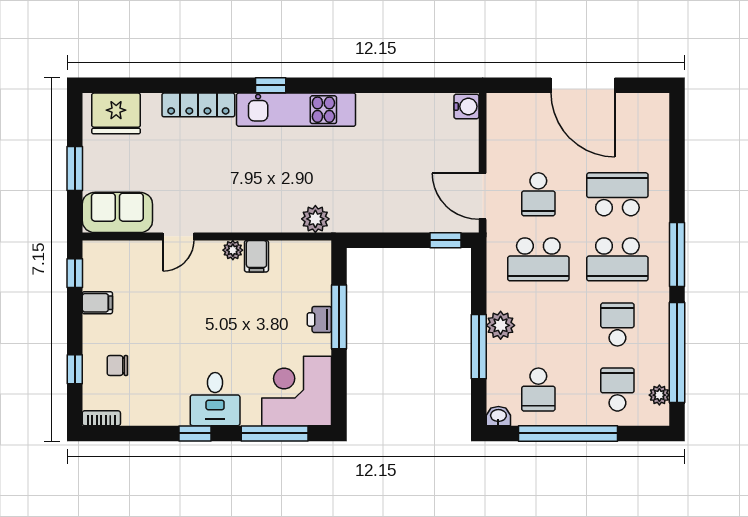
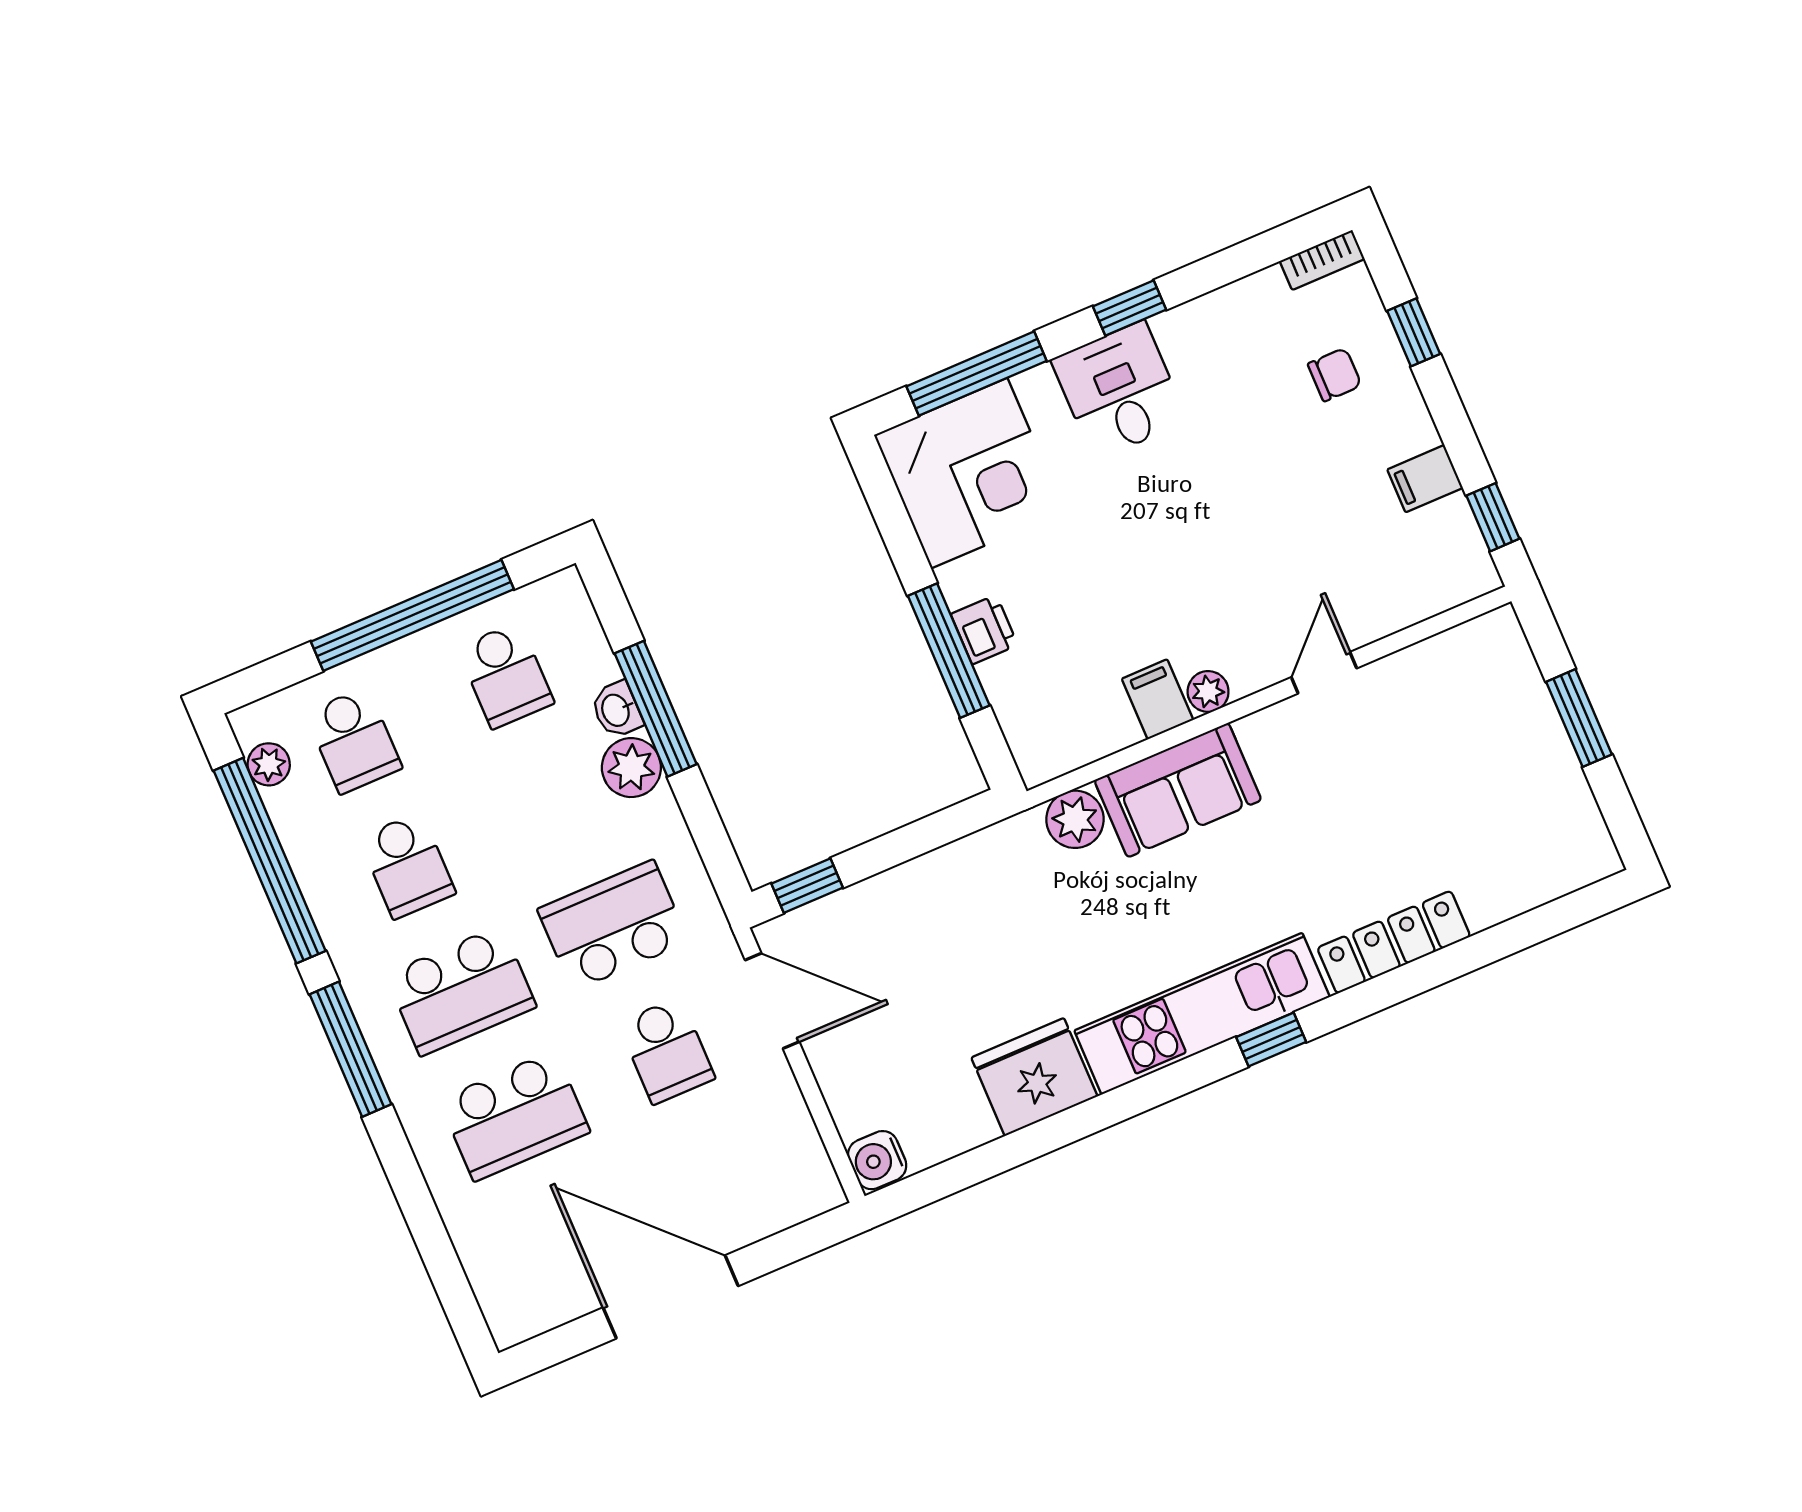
fridge: (116, 113) -> (1034, 1077), moved
school desk: (538, 194) -> (667, 1051), turned 180
sofa: (117, 212) -> (1178, 790), moved
school desk: (617, 259) -> (461, 991), turned 180
school desk: (538, 390) -> (506, 675), turned 180
washbasin: (498, 416) -> (617, 710), moved, turned 90

